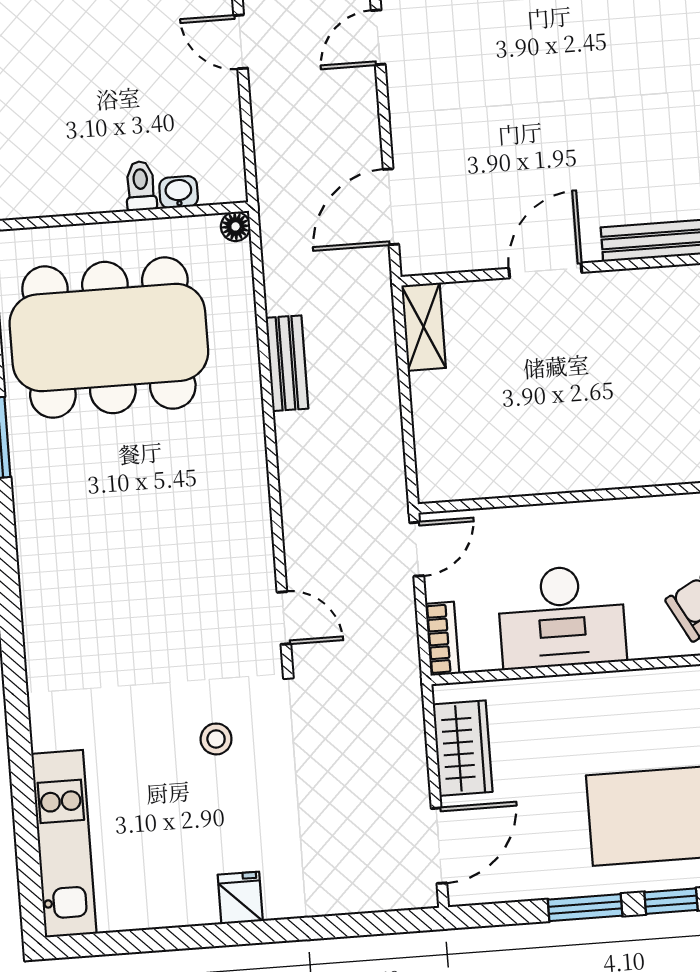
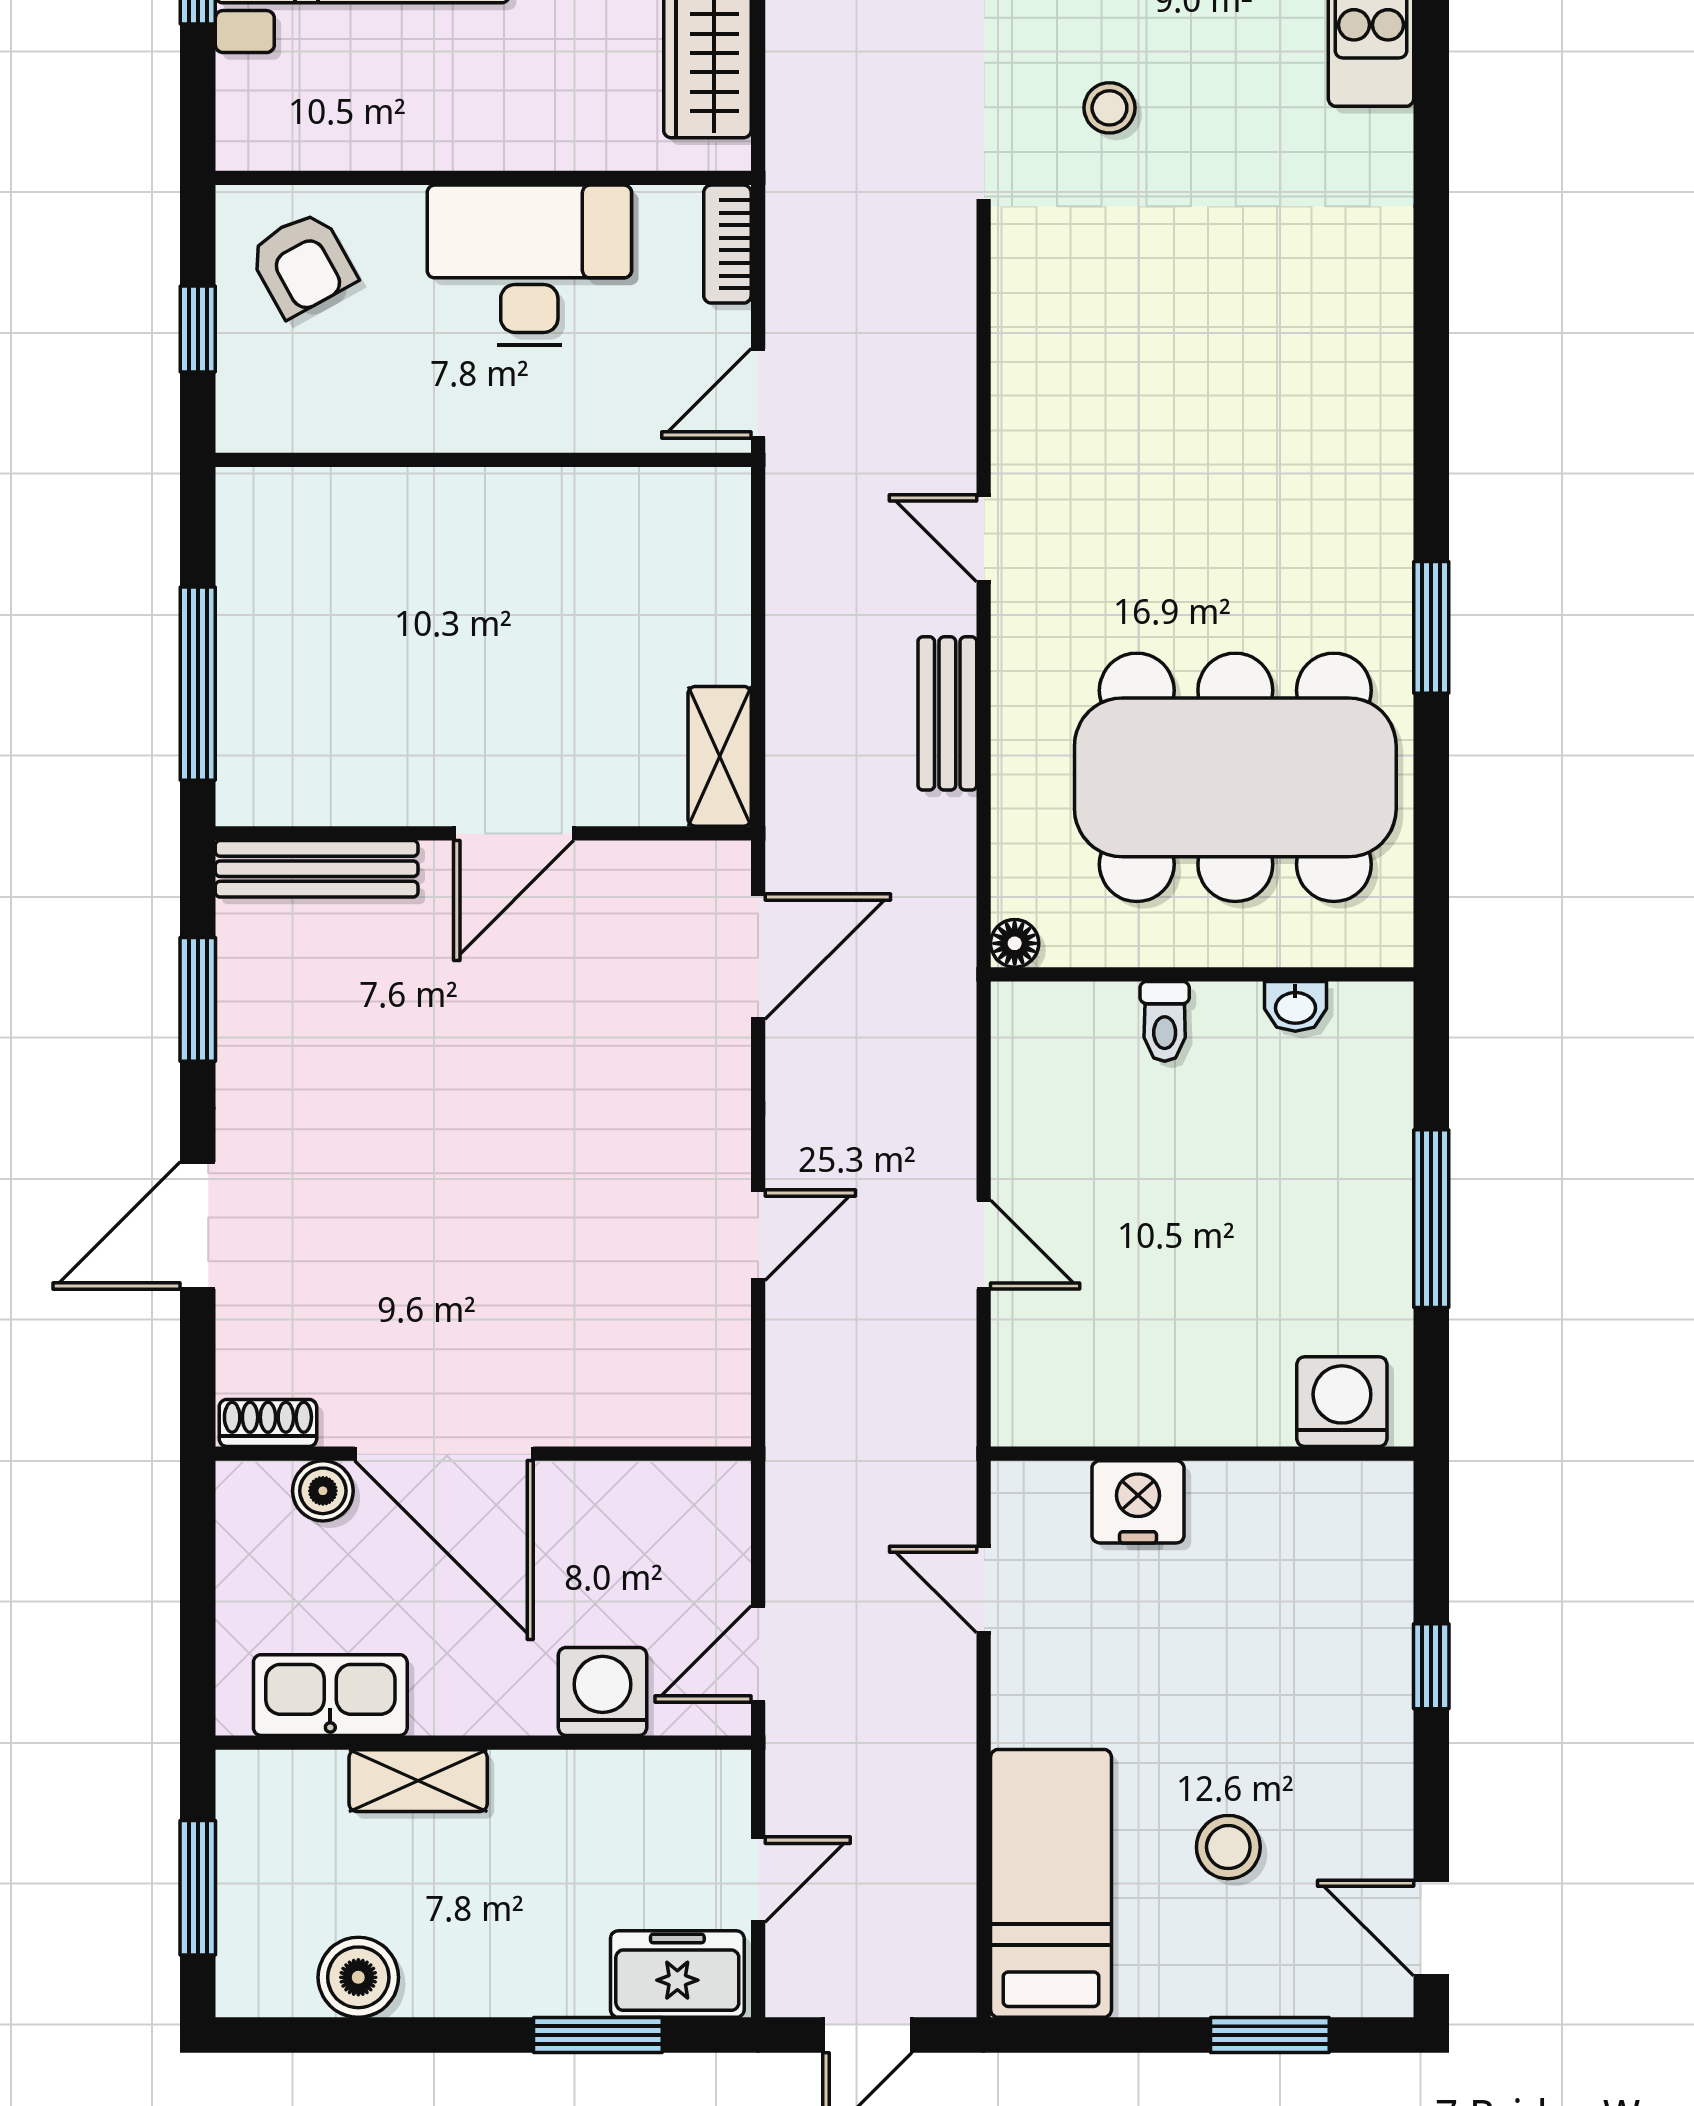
washbasin: (179, 192) -> (1295, 1006), moved
door: (284, 618) -> (984, 538), moved

